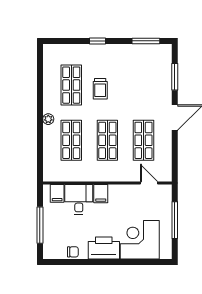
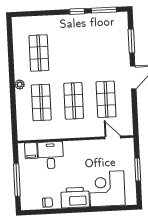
window: (98, 41) -> (77, 11), moved
trolley: (100, 89) -> (65, 55), removed
filing cabinet: (101, 194) -> (70, 149), removed
window: (175, 220) -> (138, 169), width x0.69

